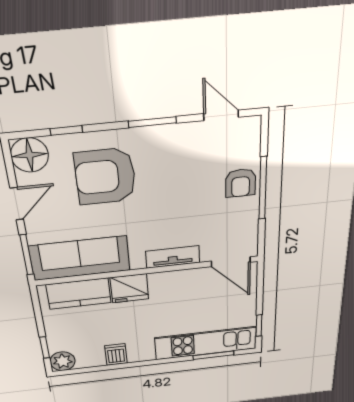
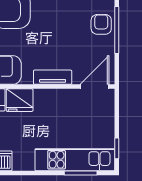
armchair: (241, 183) -> (101, 24), turned 180
door: (231, 262) -> (95, 87), swing flipped

